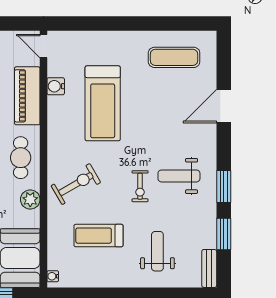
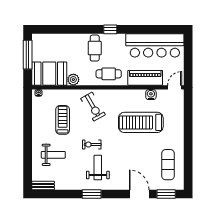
plant: (30, 199) -> (73, 80), moved
window: (224, 234) -> (166, 194), moved

